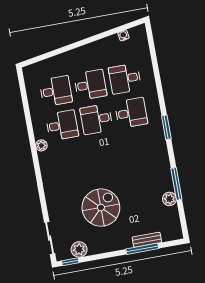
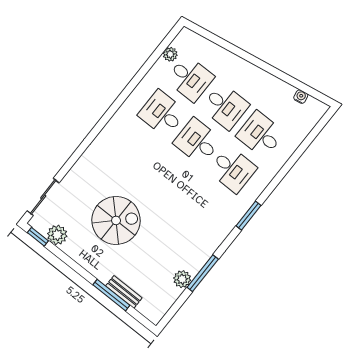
desk: (62, 125) -> (162, 113), turned 180
plant: (41, 145) -> (170, 54), moved

